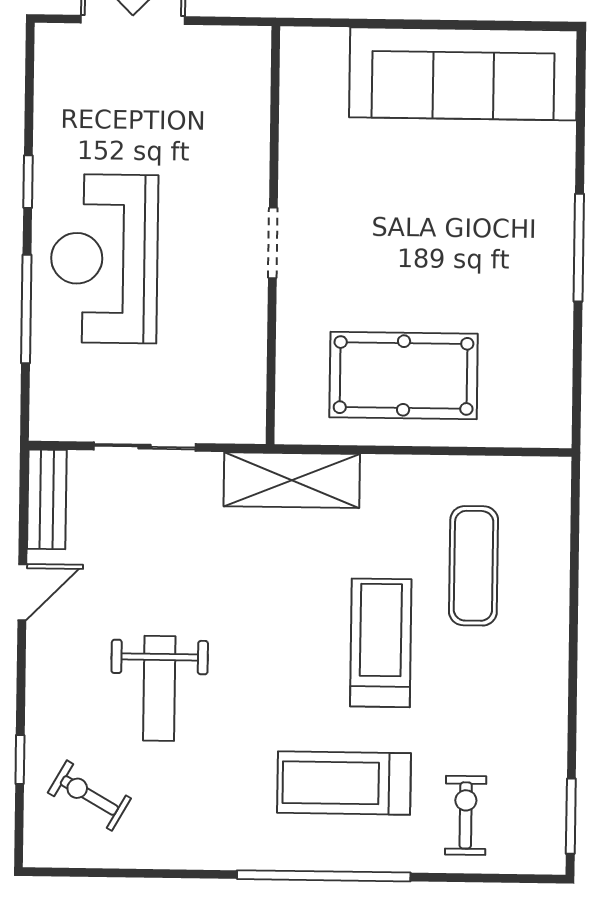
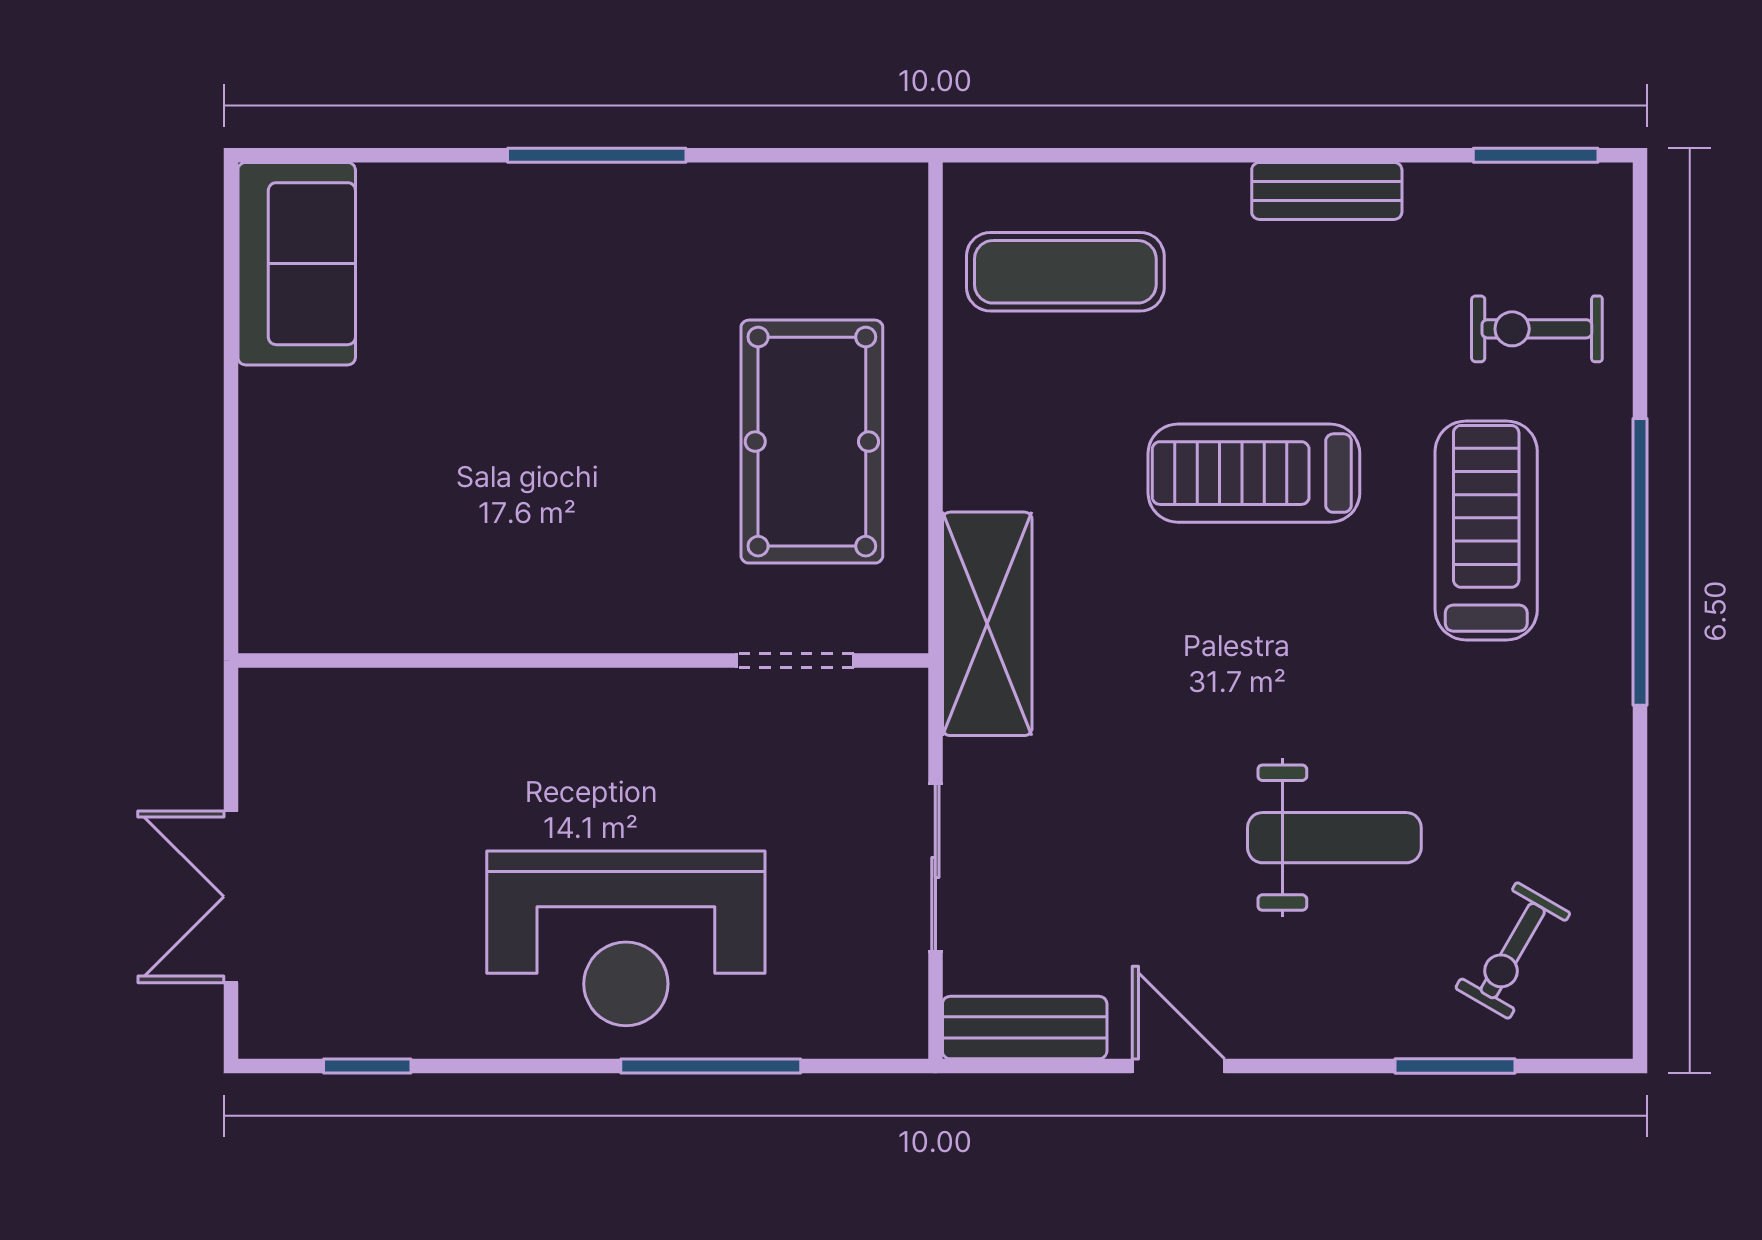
sofa: (463, 74) -> (297, 264), width x0.54, depth x0.79
window: (28, 182) -> (367, 1066), moved
doorway: (273, 243) -> (795, 660), moved
exercise mat: (474, 566) -> (1065, 272), moved
bench: (551, 689) -> (1327, 191), added
window: (20, 760) -> (1455, 1066), width x1.50
treadmill: (344, 783) -> (1486, 530), turned 180

